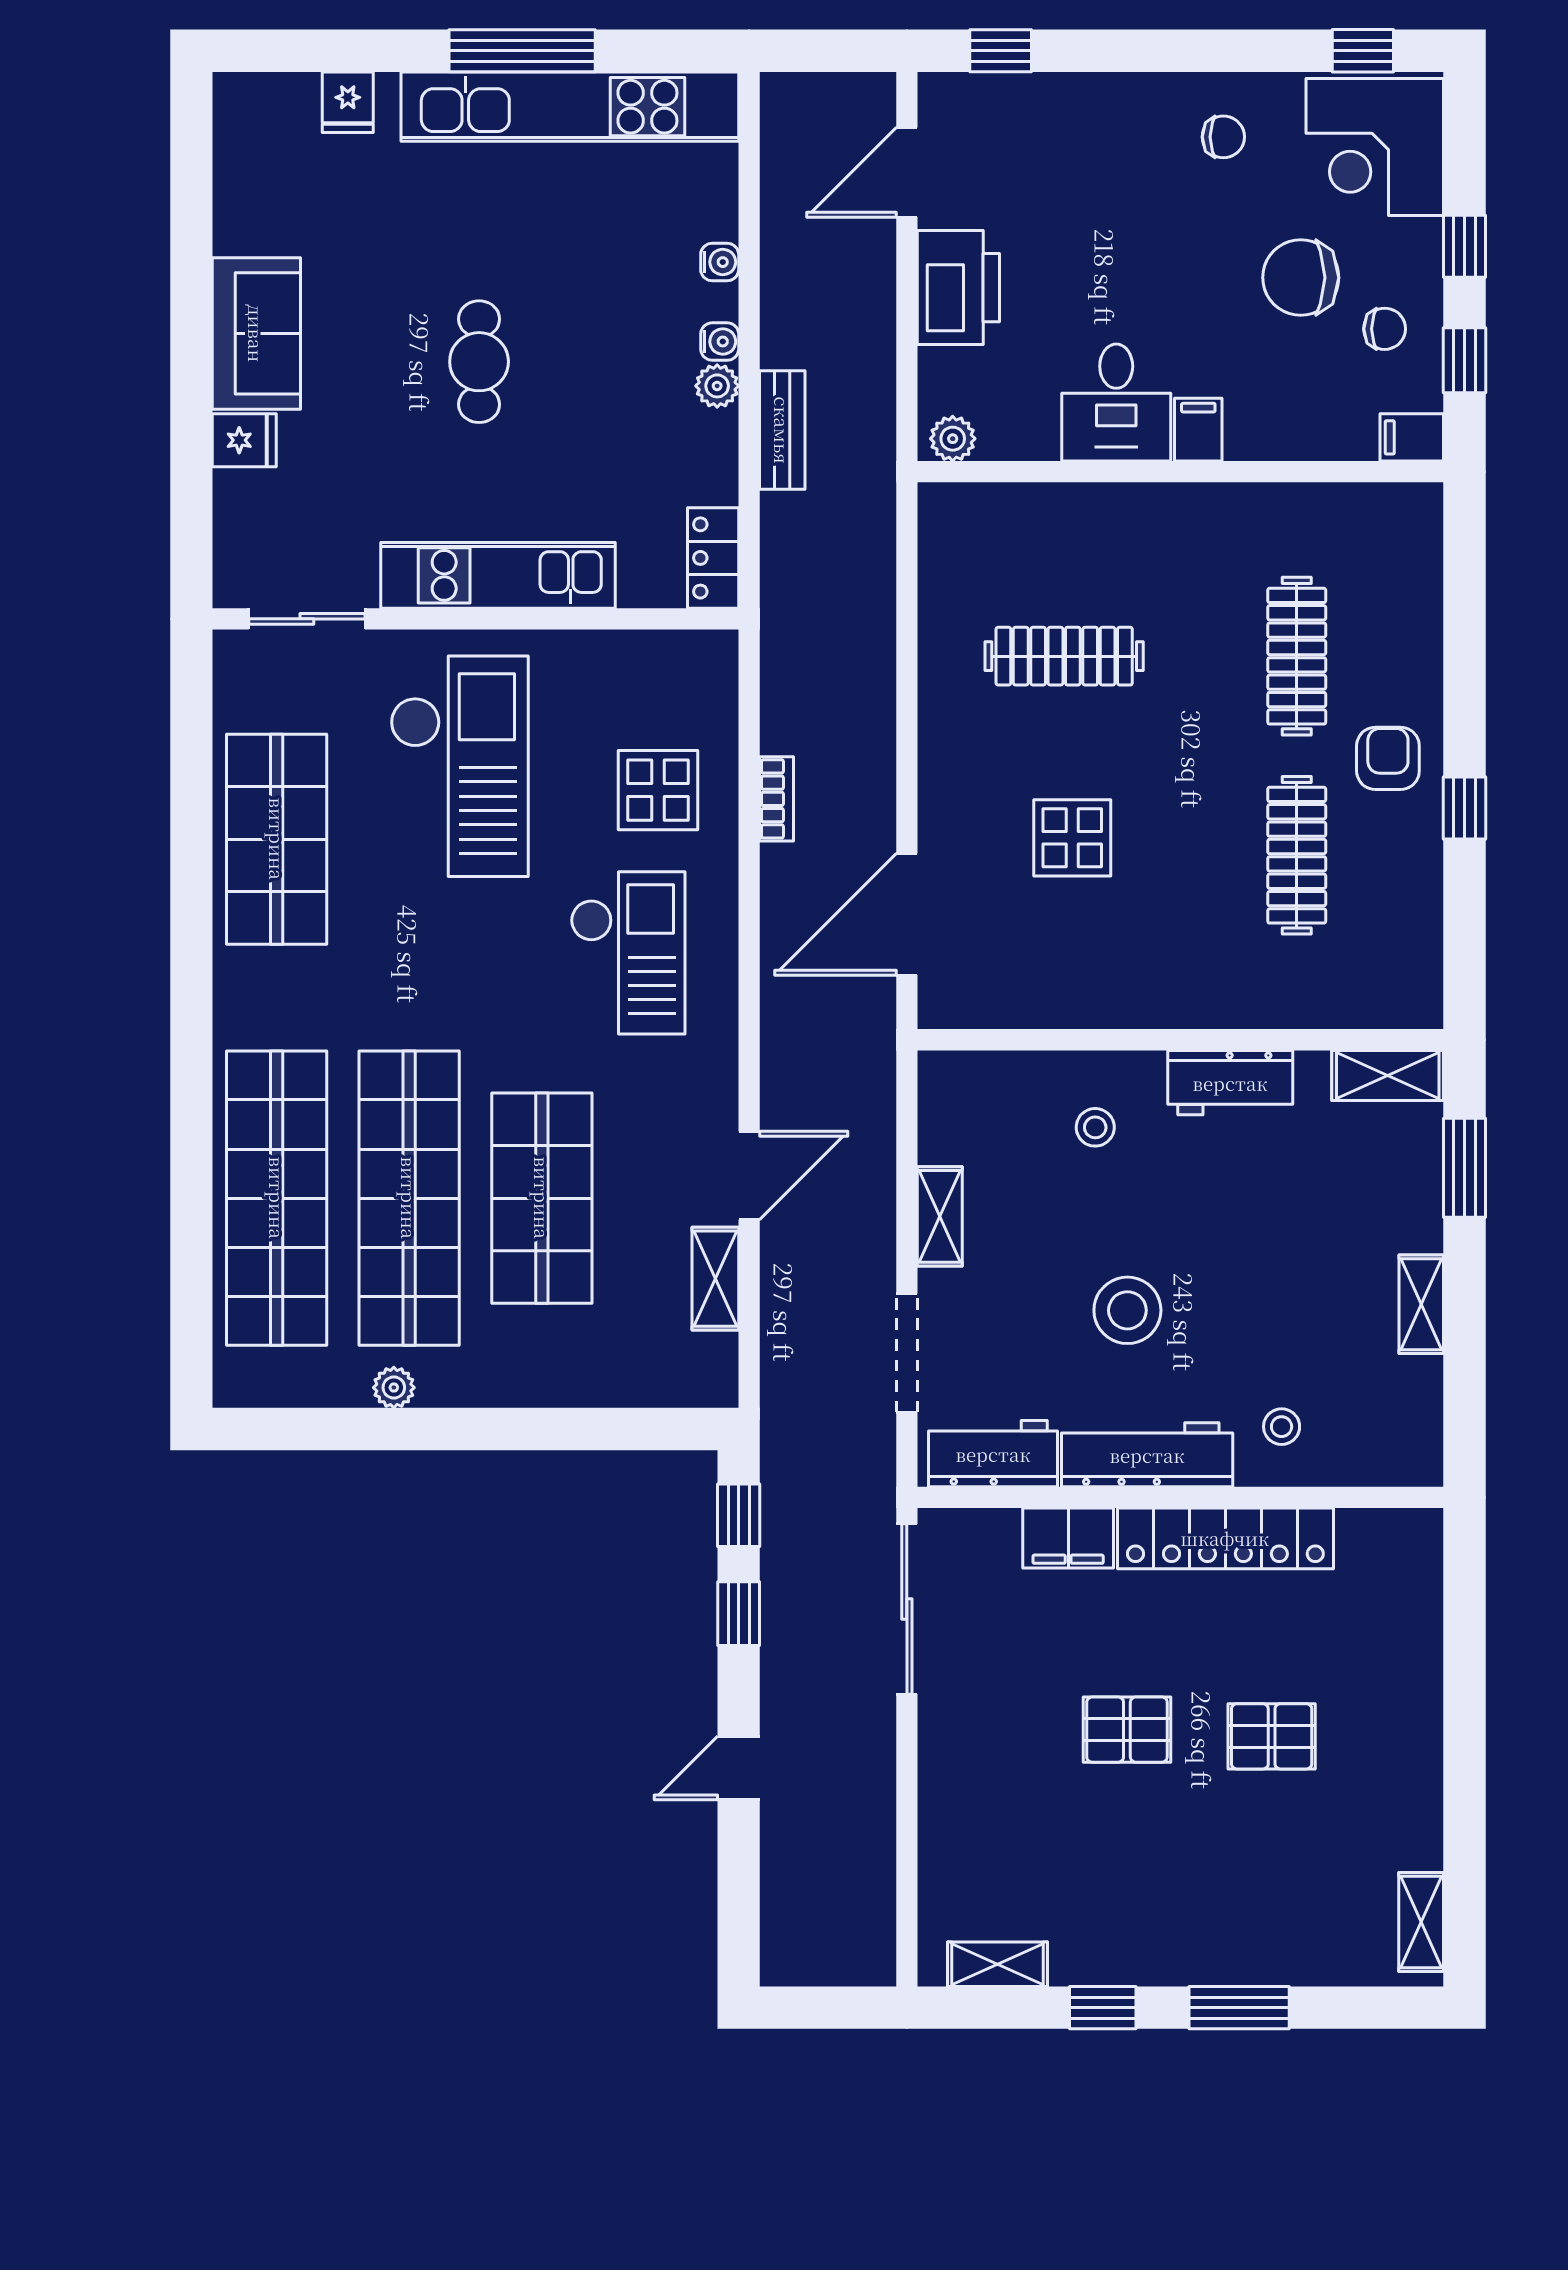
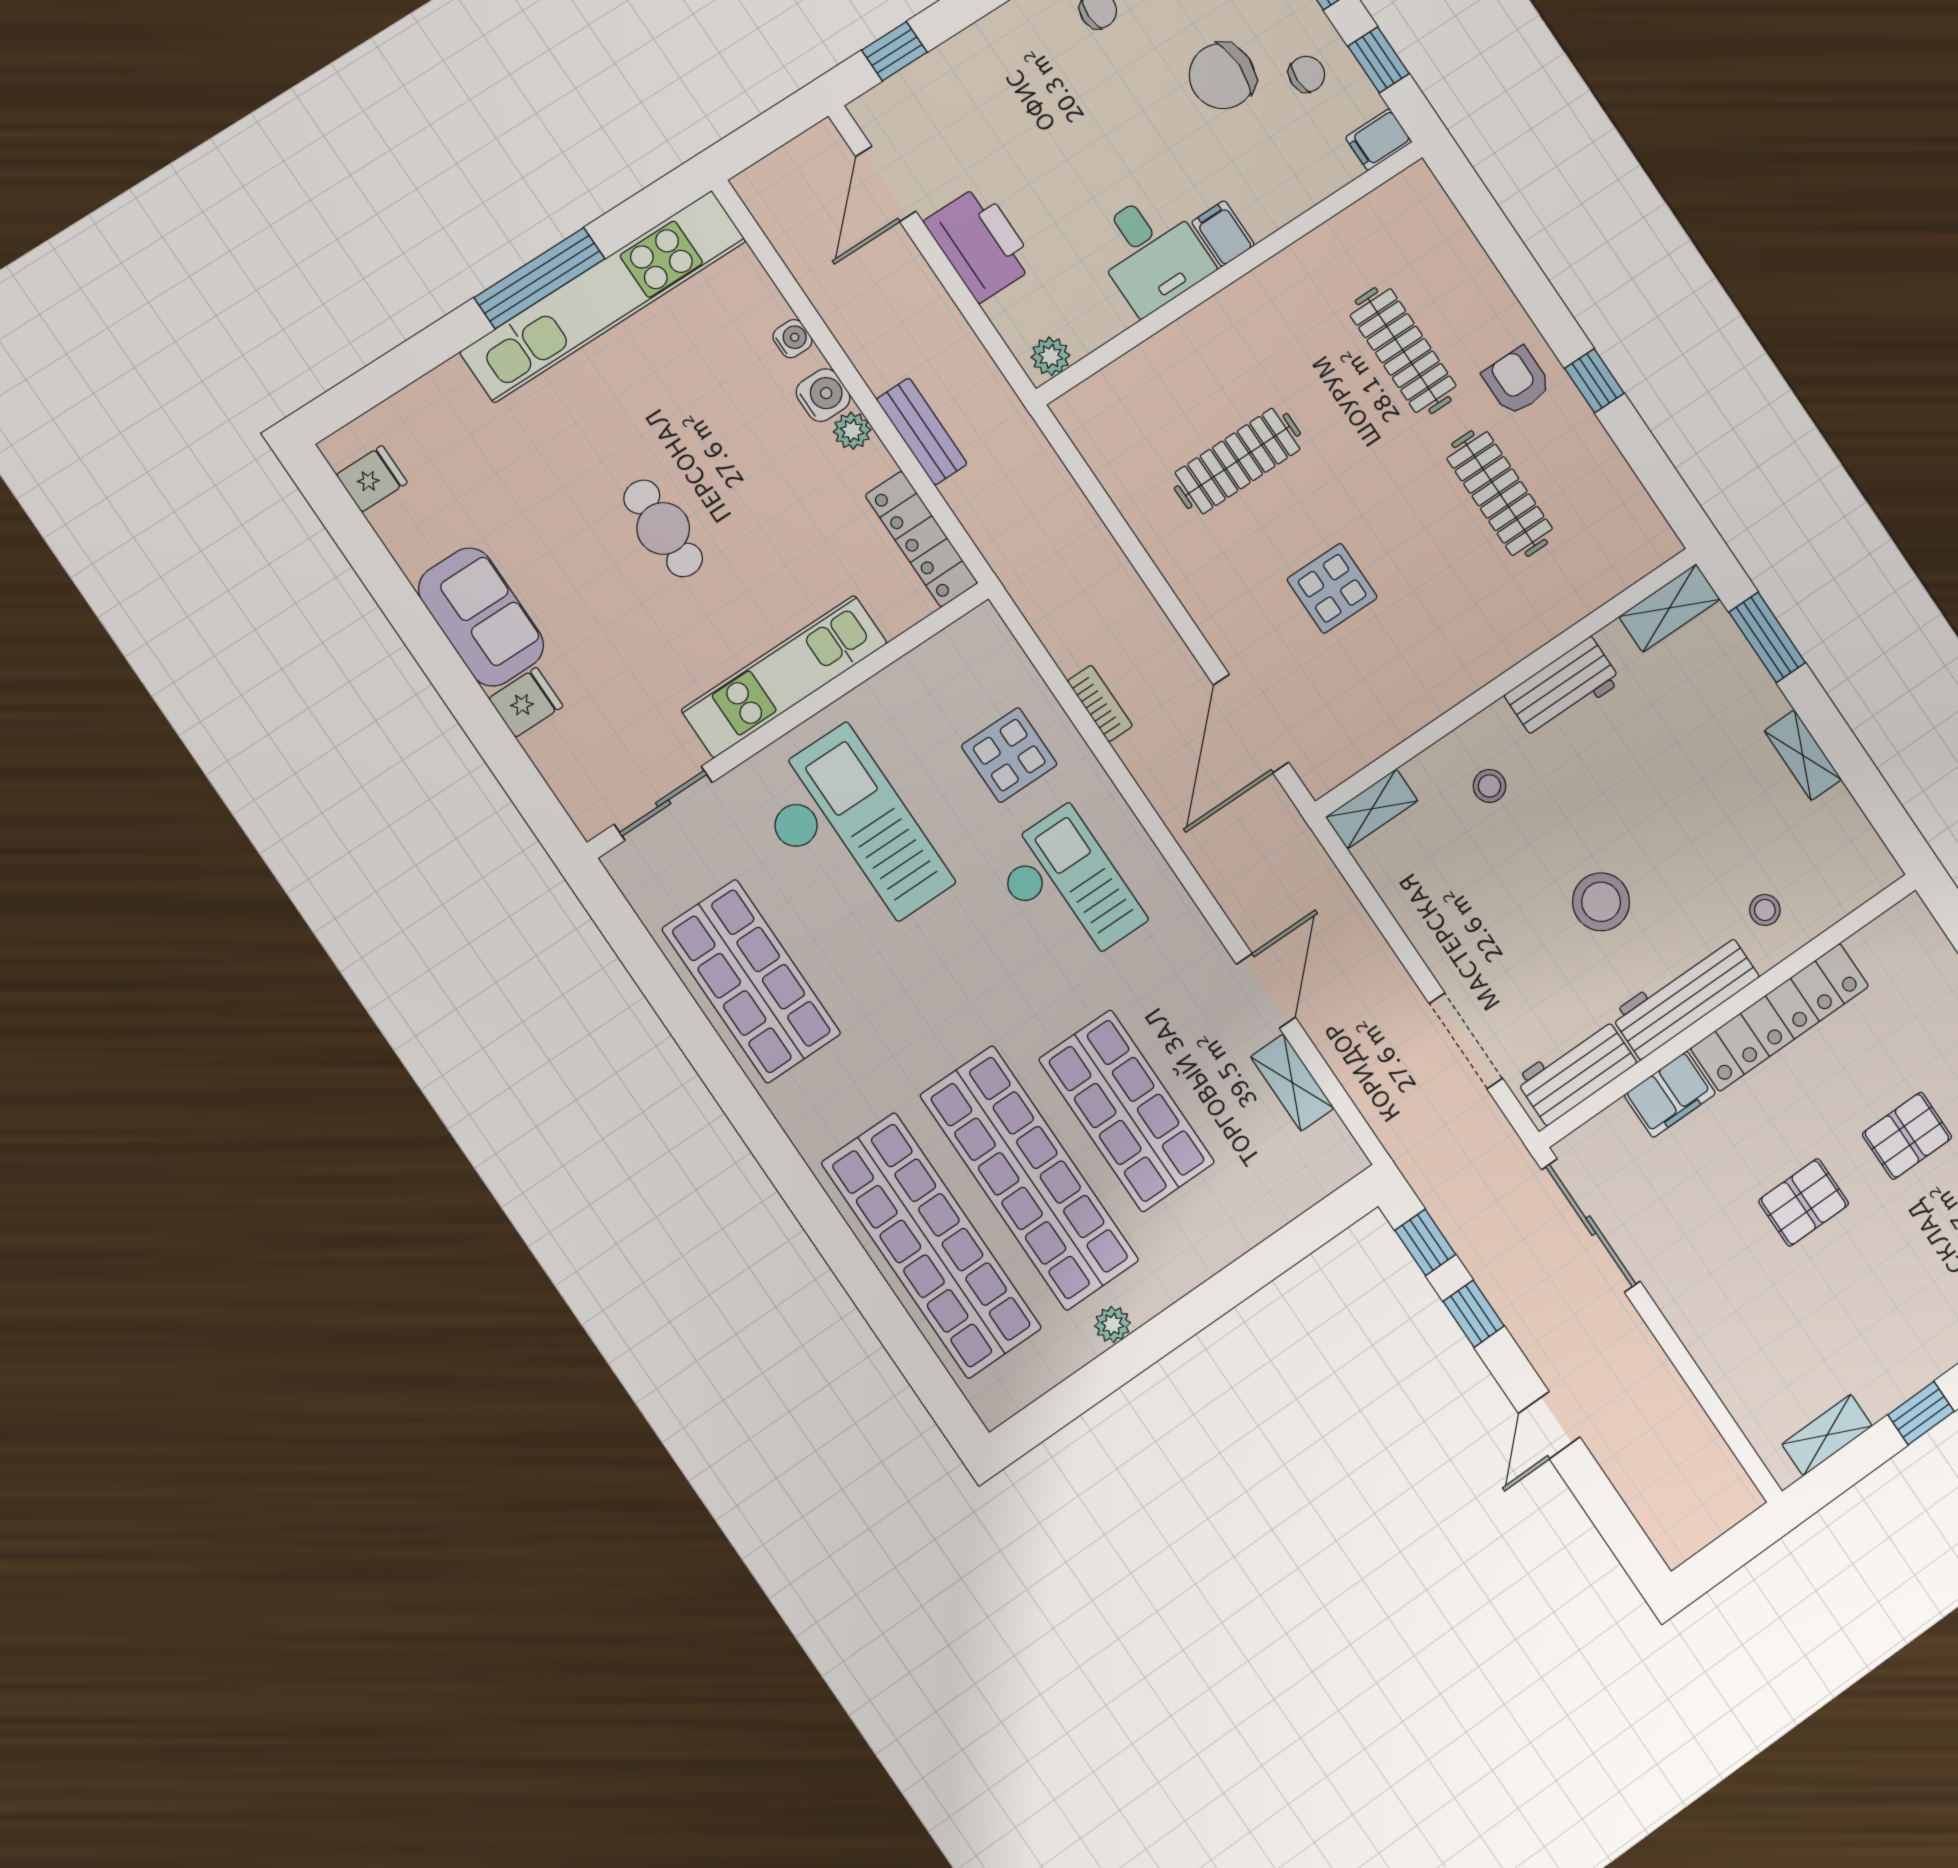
fridge: (348, 102) -> (372, 479), moved, turned -90
water cooler: (720, 342) -> (823, 395), width x1.38, depth x1.38
locker: (713, 558) -> (921, 539), width x1.53
shelving: (940, 1216) -> (1372, 809), moved, turned 90

